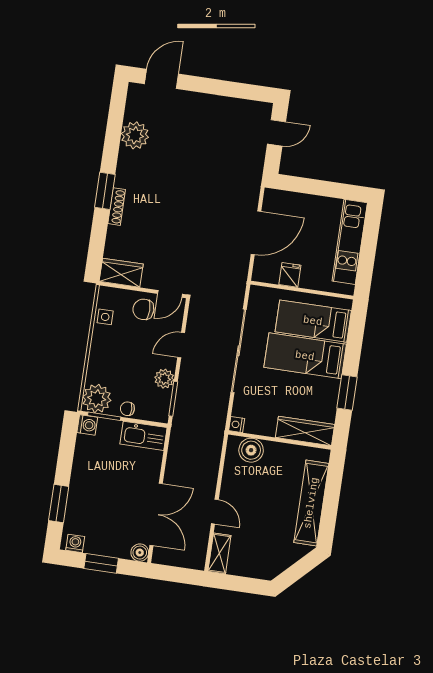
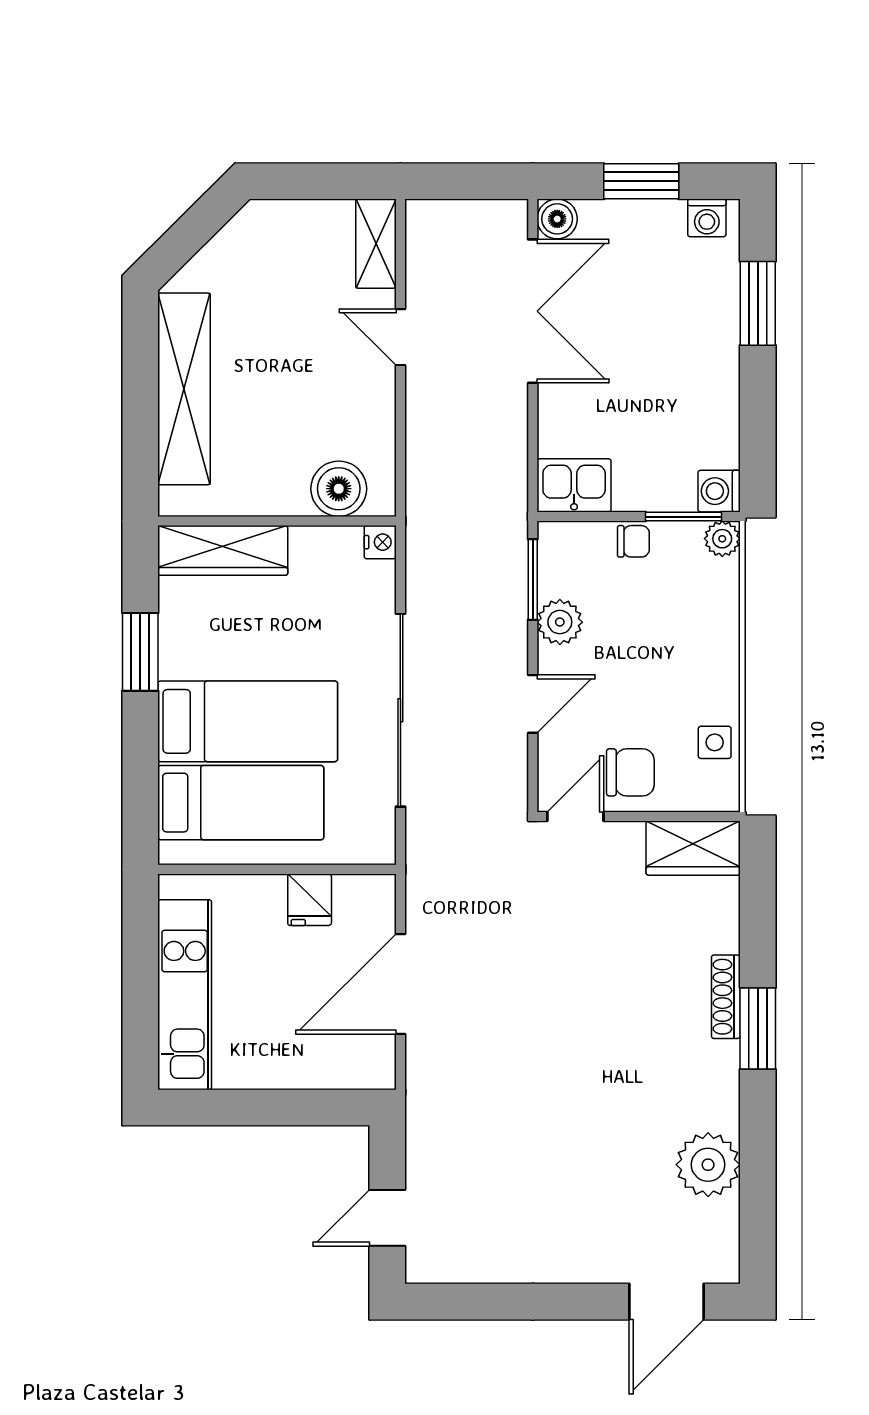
plant: (97, 398) -> (722, 539), width x0.53, depth x0.53
kitchen sink: (143, 436) -> (574, 485), width x0.73
double door: (156, 514) -> (533, 311), swing flipped

